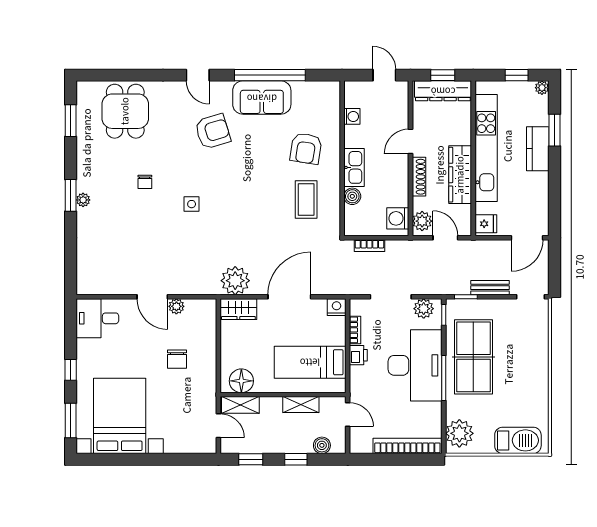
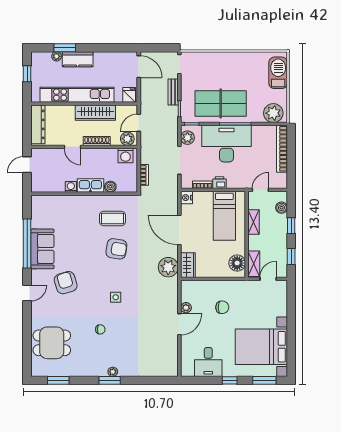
window: (443, 75) -> (27, 125), removed
plant: (542, 88) -> (57, 56), moved
washing machine: (352, 116) -> (71, 187), moved
armchair: (306, 149) -> (116, 249), moved
desk: (97, 318) -> (208, 362), moved

